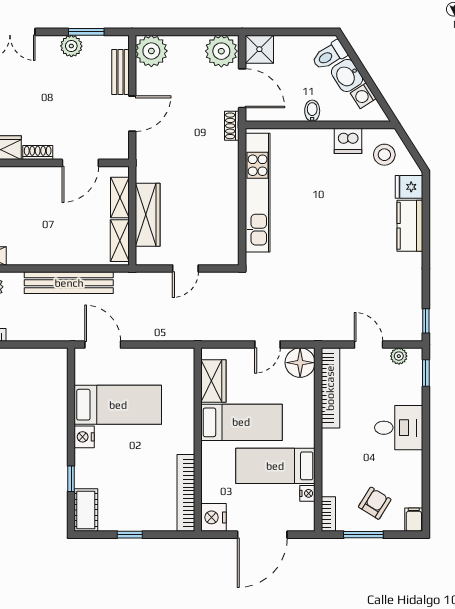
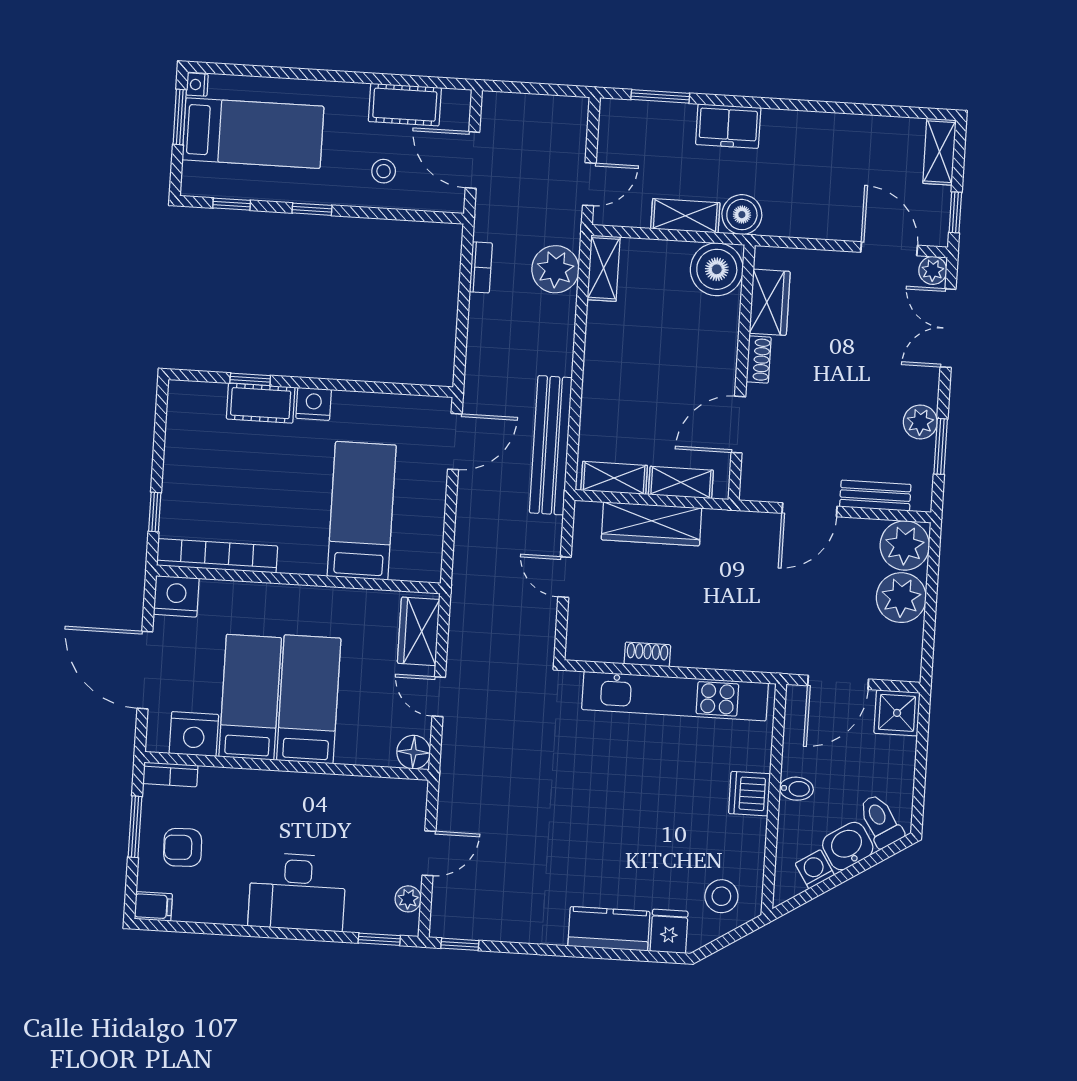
plant: (221, 51) -> (901, 598), moved
door: (132, 114) -> (810, 510), hinge flipped
shoe rack: (232, 126) -> (647, 654), moved
dishwasher: (348, 141) -> (750, 794), moved
door: (80, 163) -> (738, 425), hinge flipped
bench: (69, 283) -> (551, 445), moved
floor lamp: (300, 363) -> (414, 752), width x0.73, depth x0.73
wardrobe: (213, 381) -> (419, 631), moved, turned 90
bookcase: (330, 388) -> (365, 790), removed
bed: (118, 405) -> (362, 511), moved, turned 180
bed: (241, 422) -> (309, 699), moved, turned 180
desk: (399, 428) -> (297, 892), width x1.37
nightstand: (307, 493) -> (194, 734), width x1.89, depth x1.79
armchair: (375, 503) -> (183, 847), turned 146
cot: (86, 510) -> (261, 403), moved
window: (130, 535) -> (155, 512), moved

